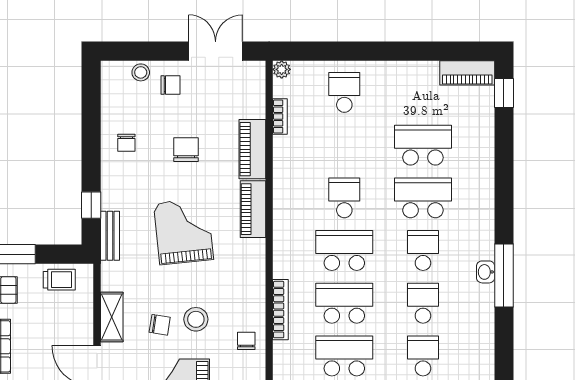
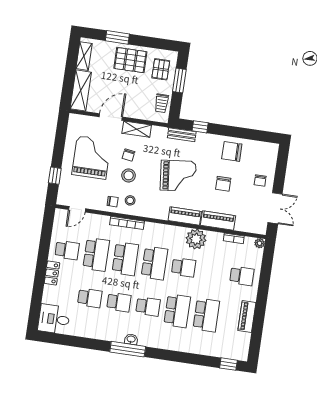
stool: (141, 72) -> (130, 200), moved
piano: (467, 73) -> (247, 316), moved
chair: (126, 143) -> (232, 151), width x1.87, depth x1.87
chair: (186, 150) -> (223, 184), turned 90
plant: (291, 183) -> (196, 239), added

